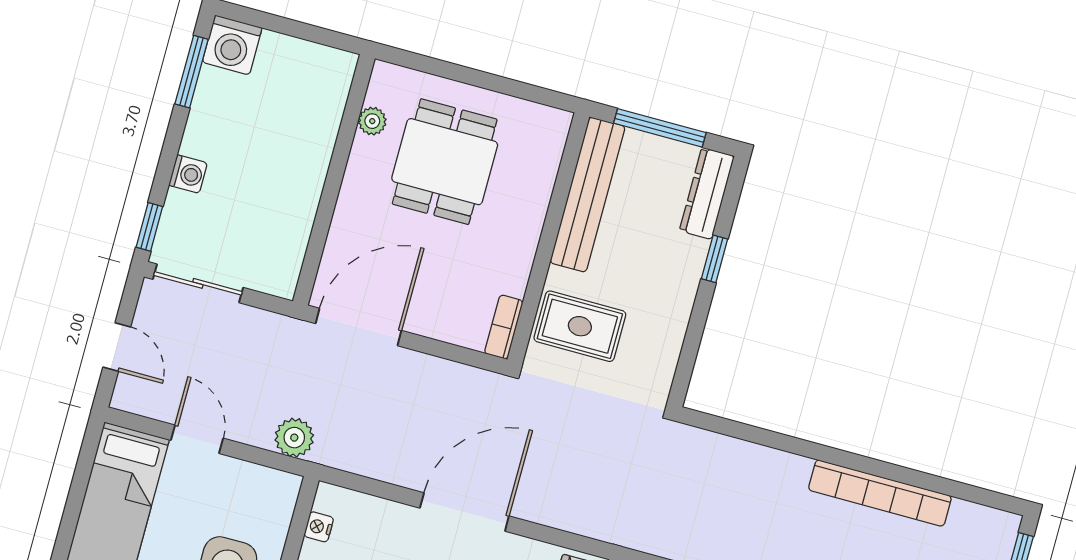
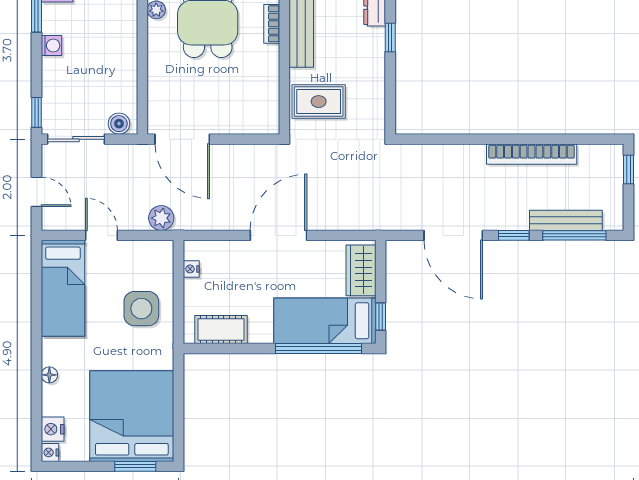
washing machine: (188, 174) -> (52, 46), moved
boiler: (269, 278) -> (119, 124), added
door: (358, 327) -> (182, 139), swing flipped
bookcase: (504, 327) -> (272, 24), moved

